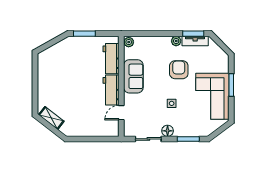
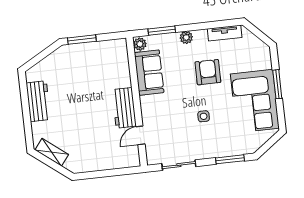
window: (193, 34) -> (162, 31), moved
plant: (176, 41) -> (186, 37), moved
workbench: (111, 59) -> (38, 101), moved, turned 180
sofa: (133, 76) -> (149, 73), moved
floor lamp: (168, 131) -> (202, 152), removed

